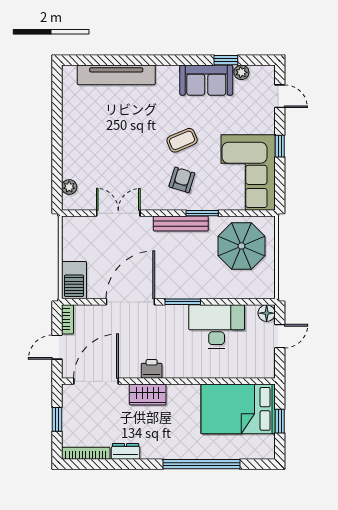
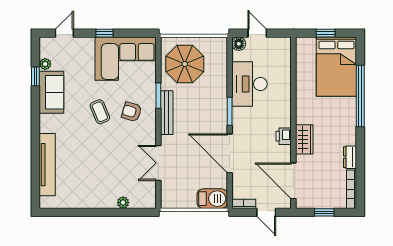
plant: (69, 187) -> (123, 203), moved
bed: (238, 409) -> (336, 67), moved

